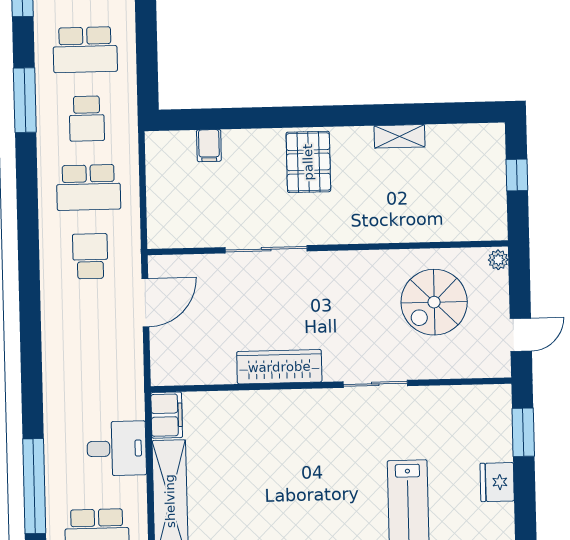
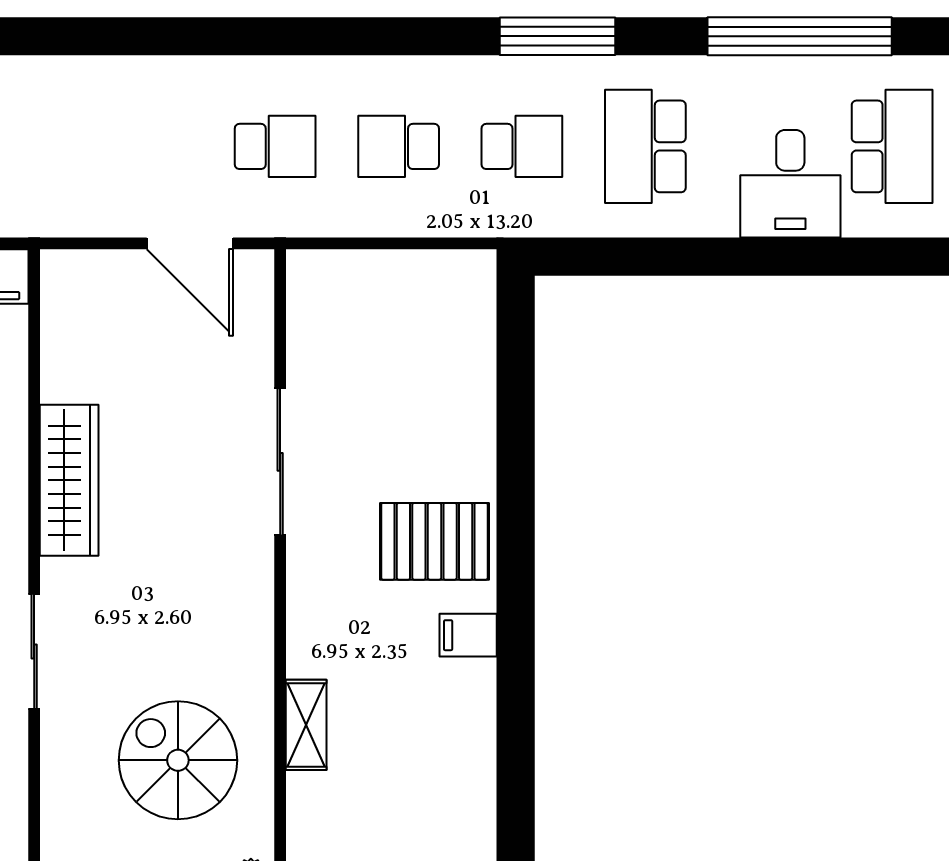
school desk: (87, 119) -> (522, 146), turned 180
shelving: (400, 136) -> (306, 725), moved
filing cabinet: (209, 146) -> (468, 635), moved
school desk: (88, 187) -> (399, 146), width x0.54

